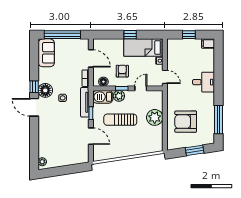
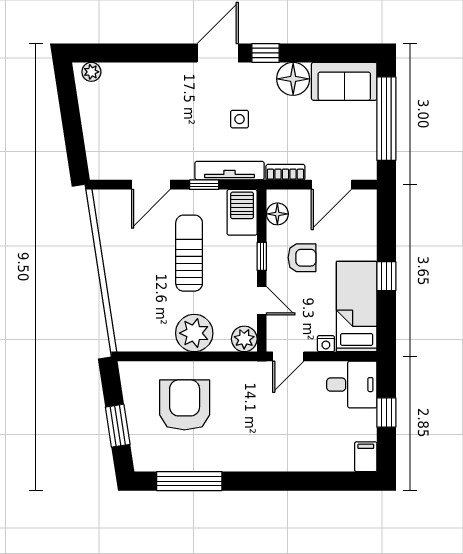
desk: (204, 82) -> (352, 385), moved, turned -90
floor lamp: (45, 90) -> (293, 79), moved
plant: (119, 96) -> (244, 339), moved

